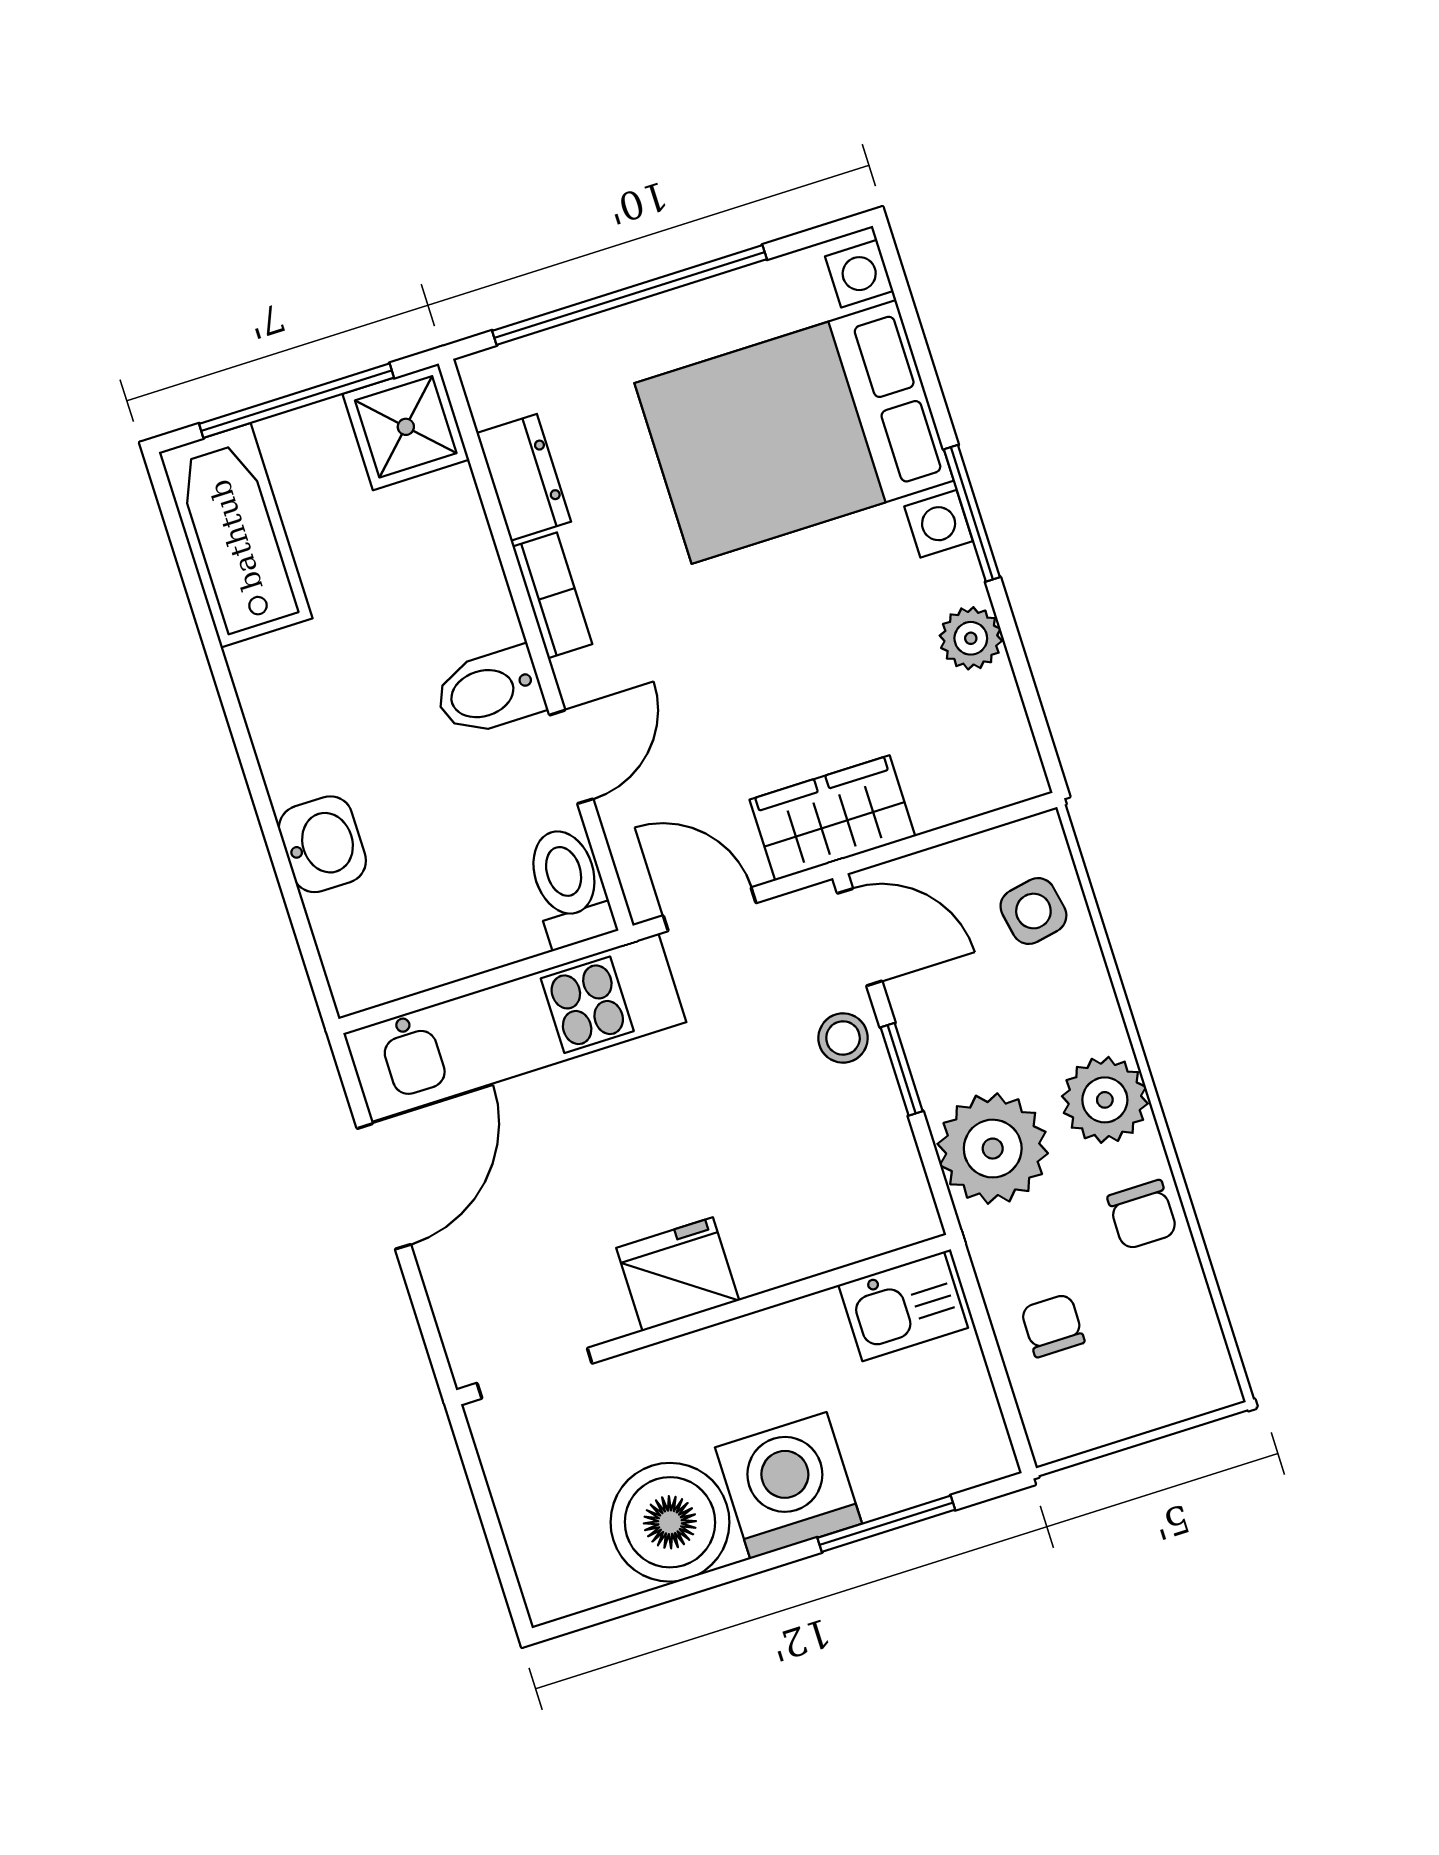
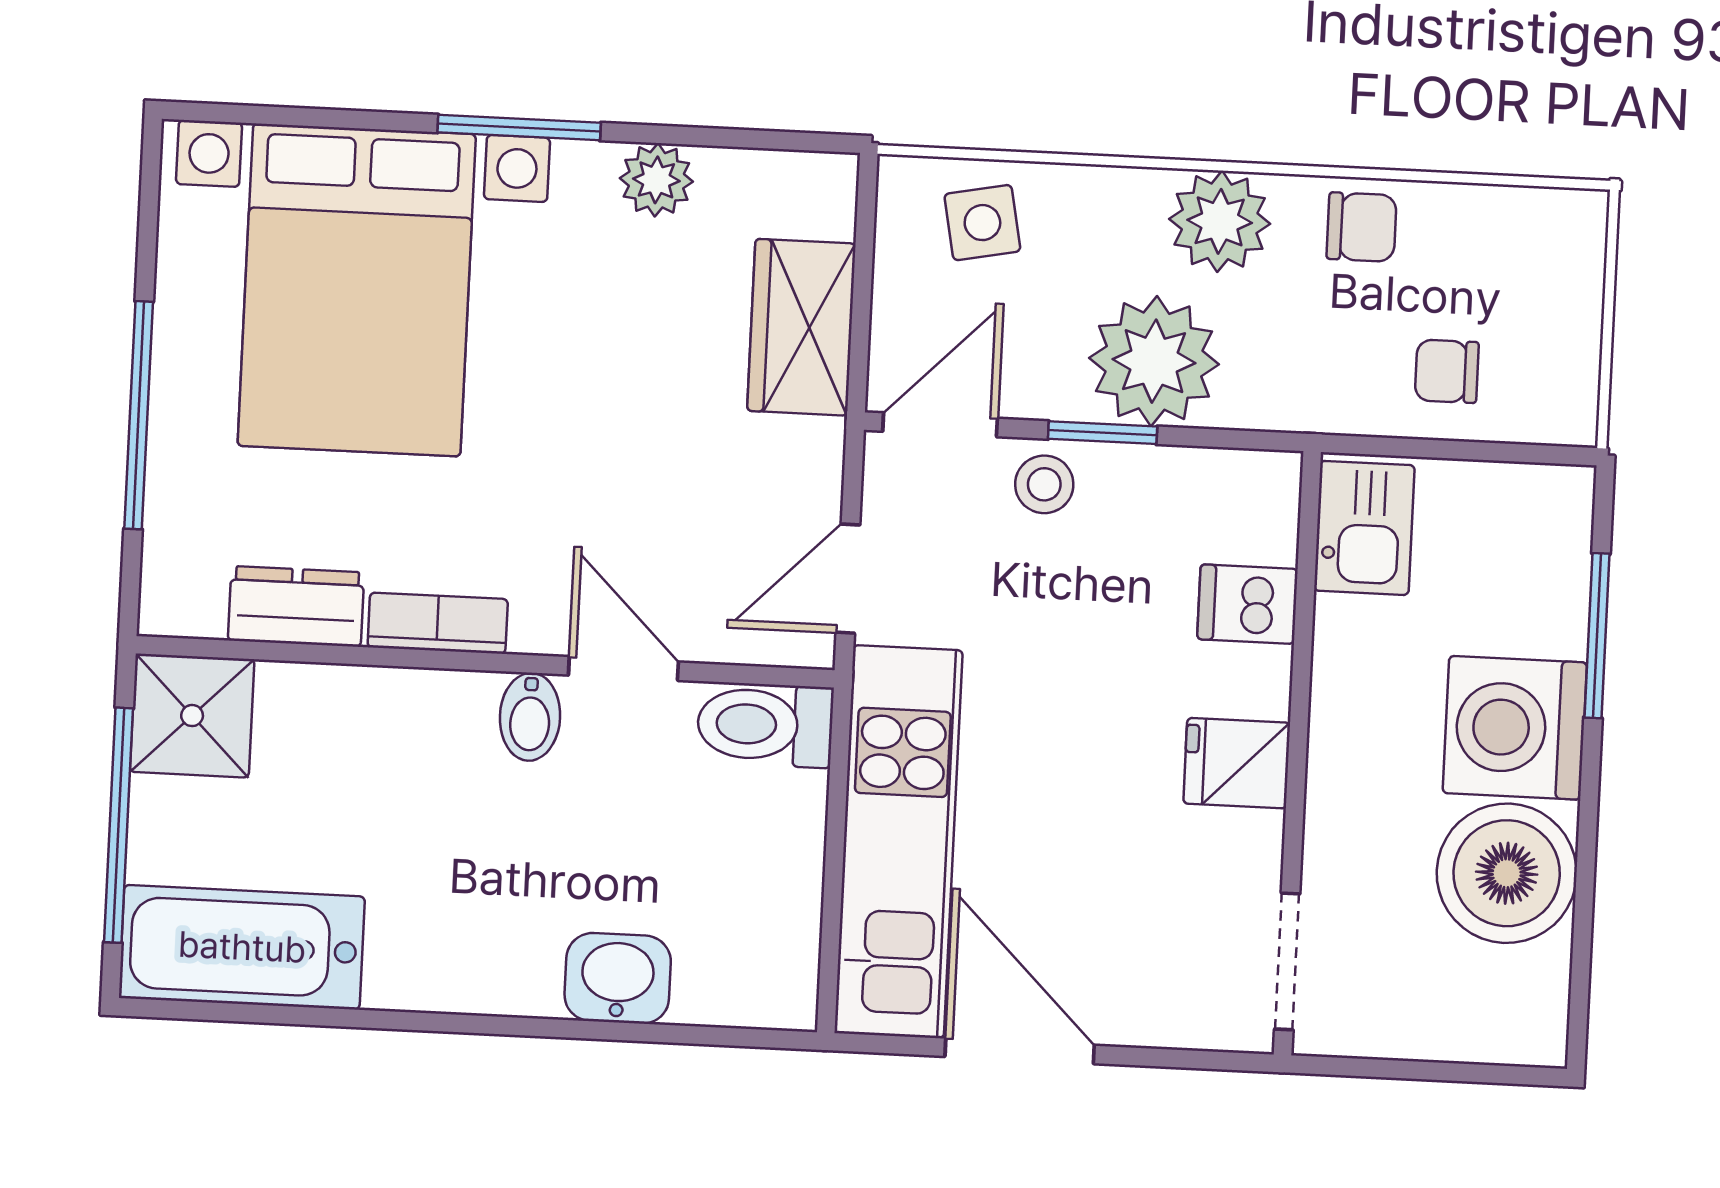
window: (630, 295) -> (139, 415), width x0.68
bidet: (489, 692) -> (530, 717), width x0.72, depth x0.74
wardrobe: (832, 818) -> (801, 327), moved
plant: (993, 1149) -> (1154, 361), moved
dishwasher: (808, 1236) -> (1247, 604), added
fridge: (678, 1274) -> (1237, 763), width x0.72

